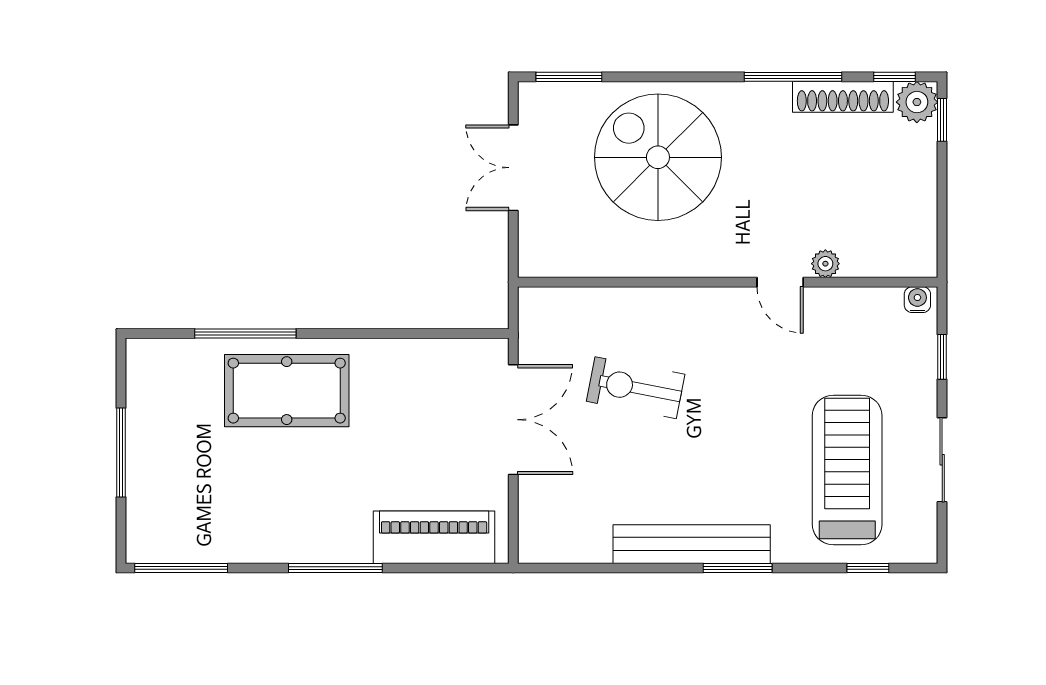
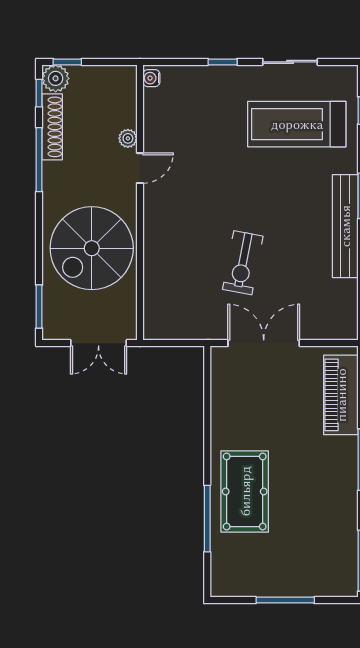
plant: (825, 264) -> (128, 138), moved
wall: (728, 282) -> (140, 202), moved
door: (780, 282) -> (140, 168), moved
water cooler: (917, 300) -> (151, 78), moved

